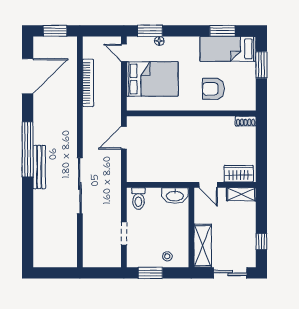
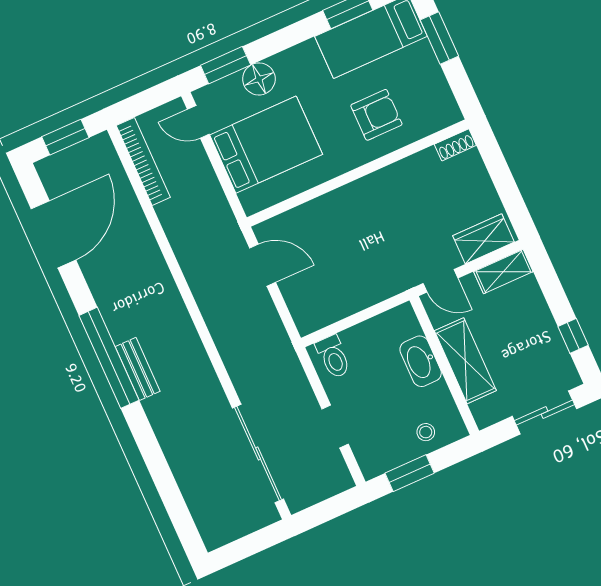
floor lamp: (159, 41) -> (259, 79), width x1.89, depth x1.89
bookcase: (88, 83) -> (143, 161), moved
armchair: (213, 89) -> (376, 115), turned 180
door: (124, 138) -> (263, 265), swing flipped
bench: (39, 167) -> (138, 369), width x0.73
sliding door: (80, 186) -> (258, 454), moved
washbasin: (175, 196) -> (421, 361), moved, turned 90
shelving: (203, 246) -> (465, 361), moved

